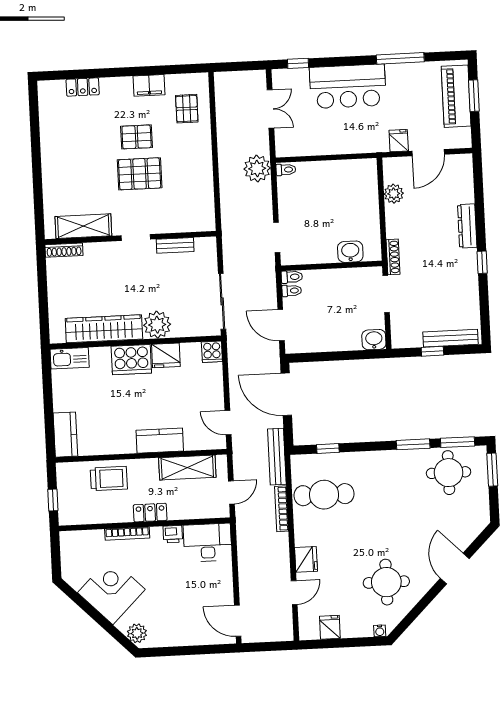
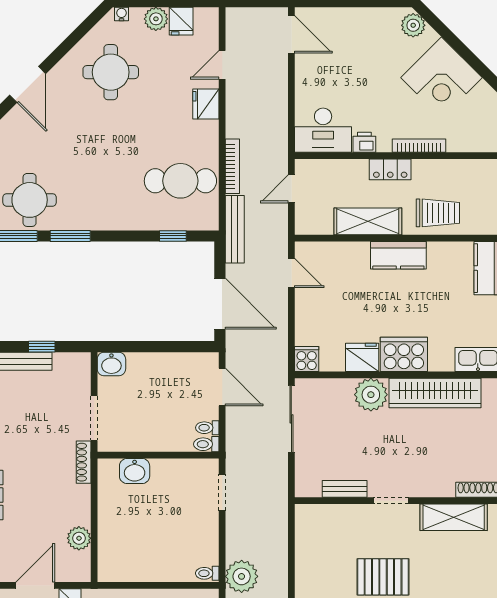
kitchen counter: (160, 441) -> (398, 255), moved
shelving: (187, 468) -> (368, 221), moved
trolley: (109, 478) -> (438, 213), turned 180
plant: (351, 628) -> (156, 19), added

